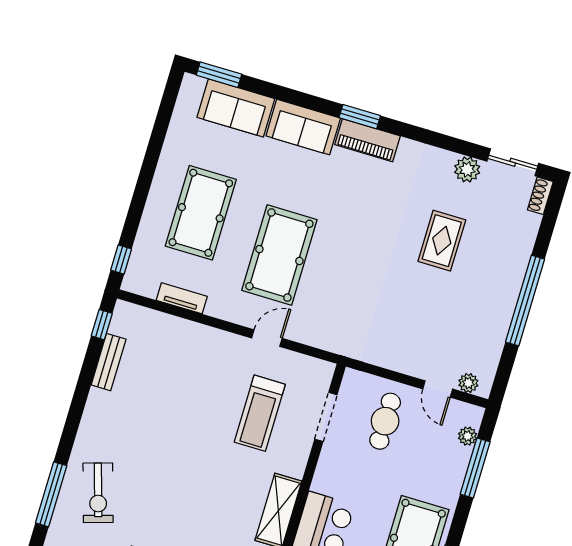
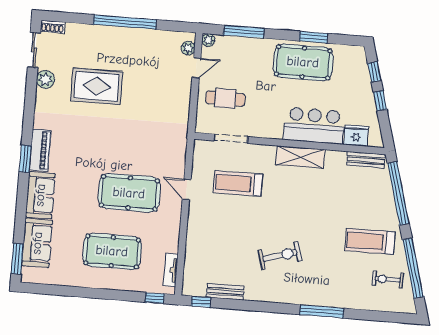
rug: (442, 241) -> (97, 86), width x1.36, depth x1.43
tv unit: (182, 298) -> (171, 270), moved
treadmill: (260, 413) -> (238, 183), turned 180
plant: (468, 436) -> (208, 40), moved
exercise bike: (98, 493) -> (280, 255), moved

